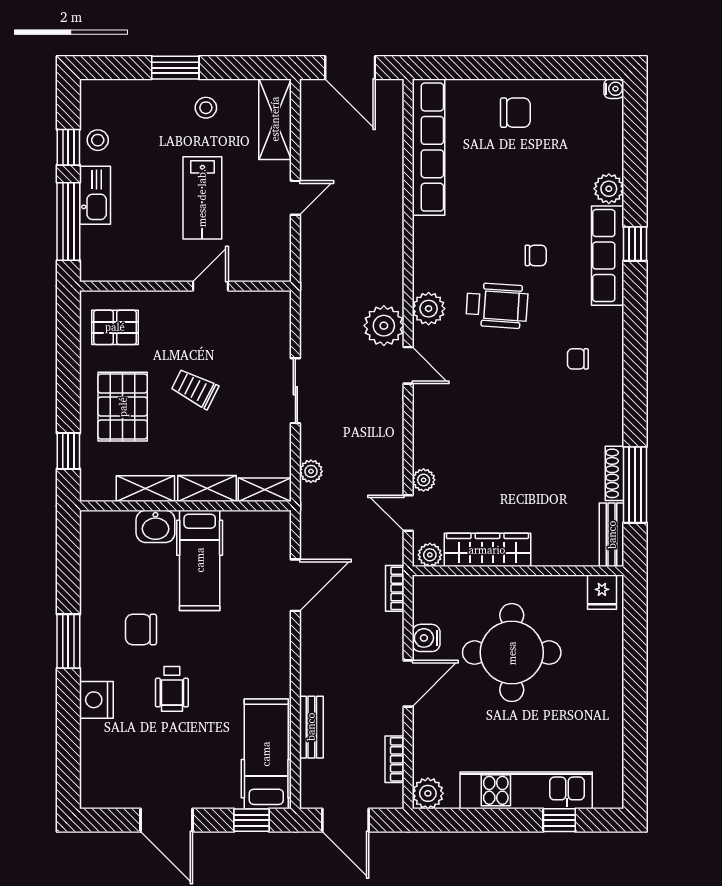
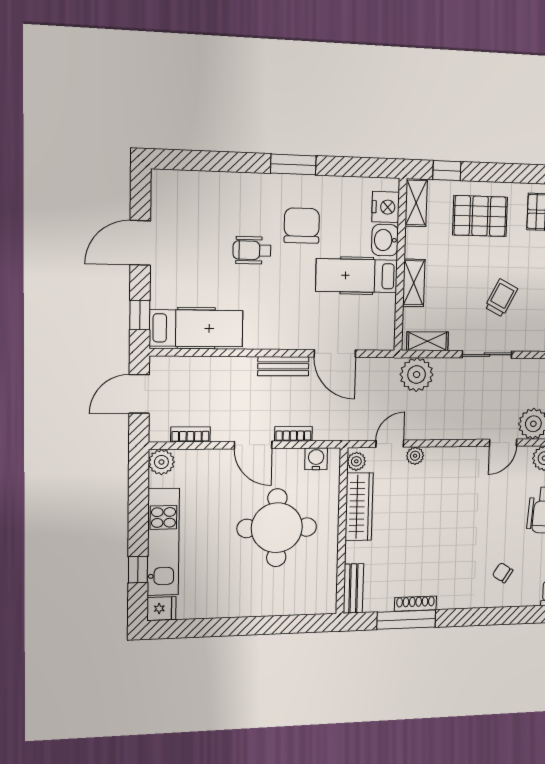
chair: (578, 359) -> (503, 573), turned -57
trolley: (195, 389) -> (501, 298), moved
plant: (311, 471) -> (417, 375), width x1.88, depth x1.88
shelving: (145, 489) -> (416, 203), moved
shelving: (265, 490) -> (427, 341), moved, turned 90
bench: (612, 535) -> (353, 588), moved, turned 90
bookcase: (395, 588) -> (293, 434), moved
fridge: (602, 592) -> (161, 608), moved, turned 180
chair: (141, 630) -> (302, 226), width x1.37, depth x1.37
water cooler: (426, 638) -> (316, 459), moved
nightstand: (96, 700) -> (386, 207), moved, turned 90
bench: (311, 727) -> (283, 366), moved

